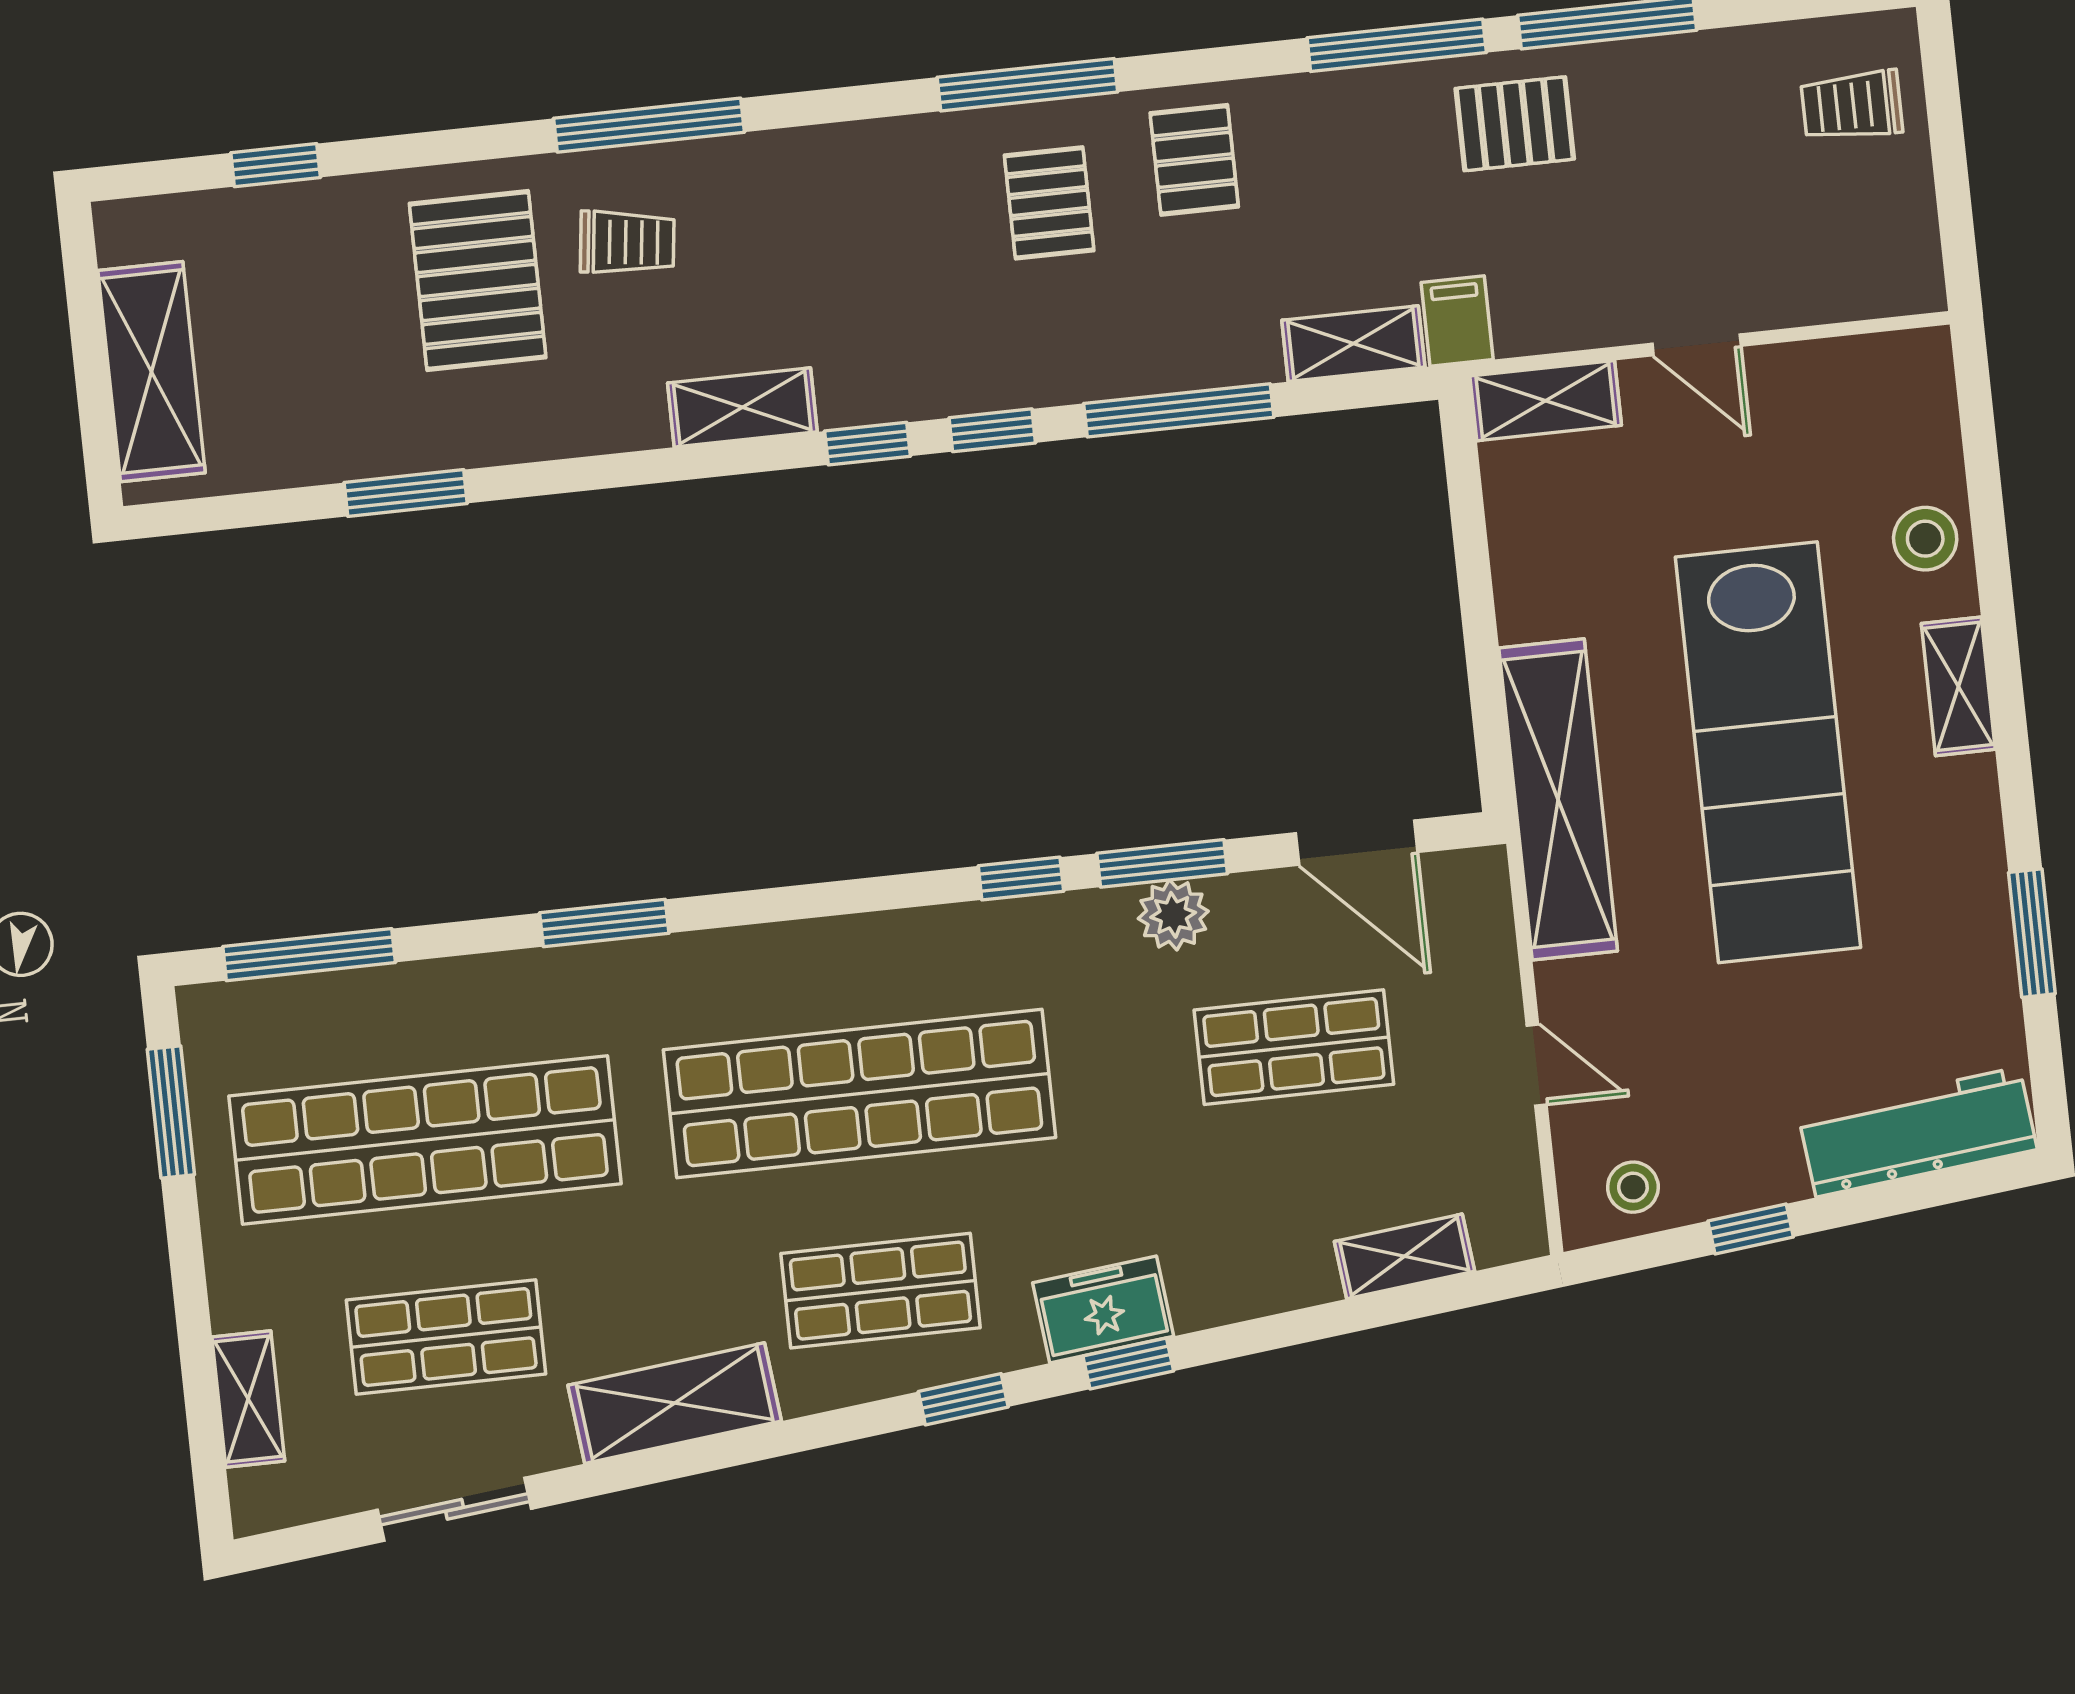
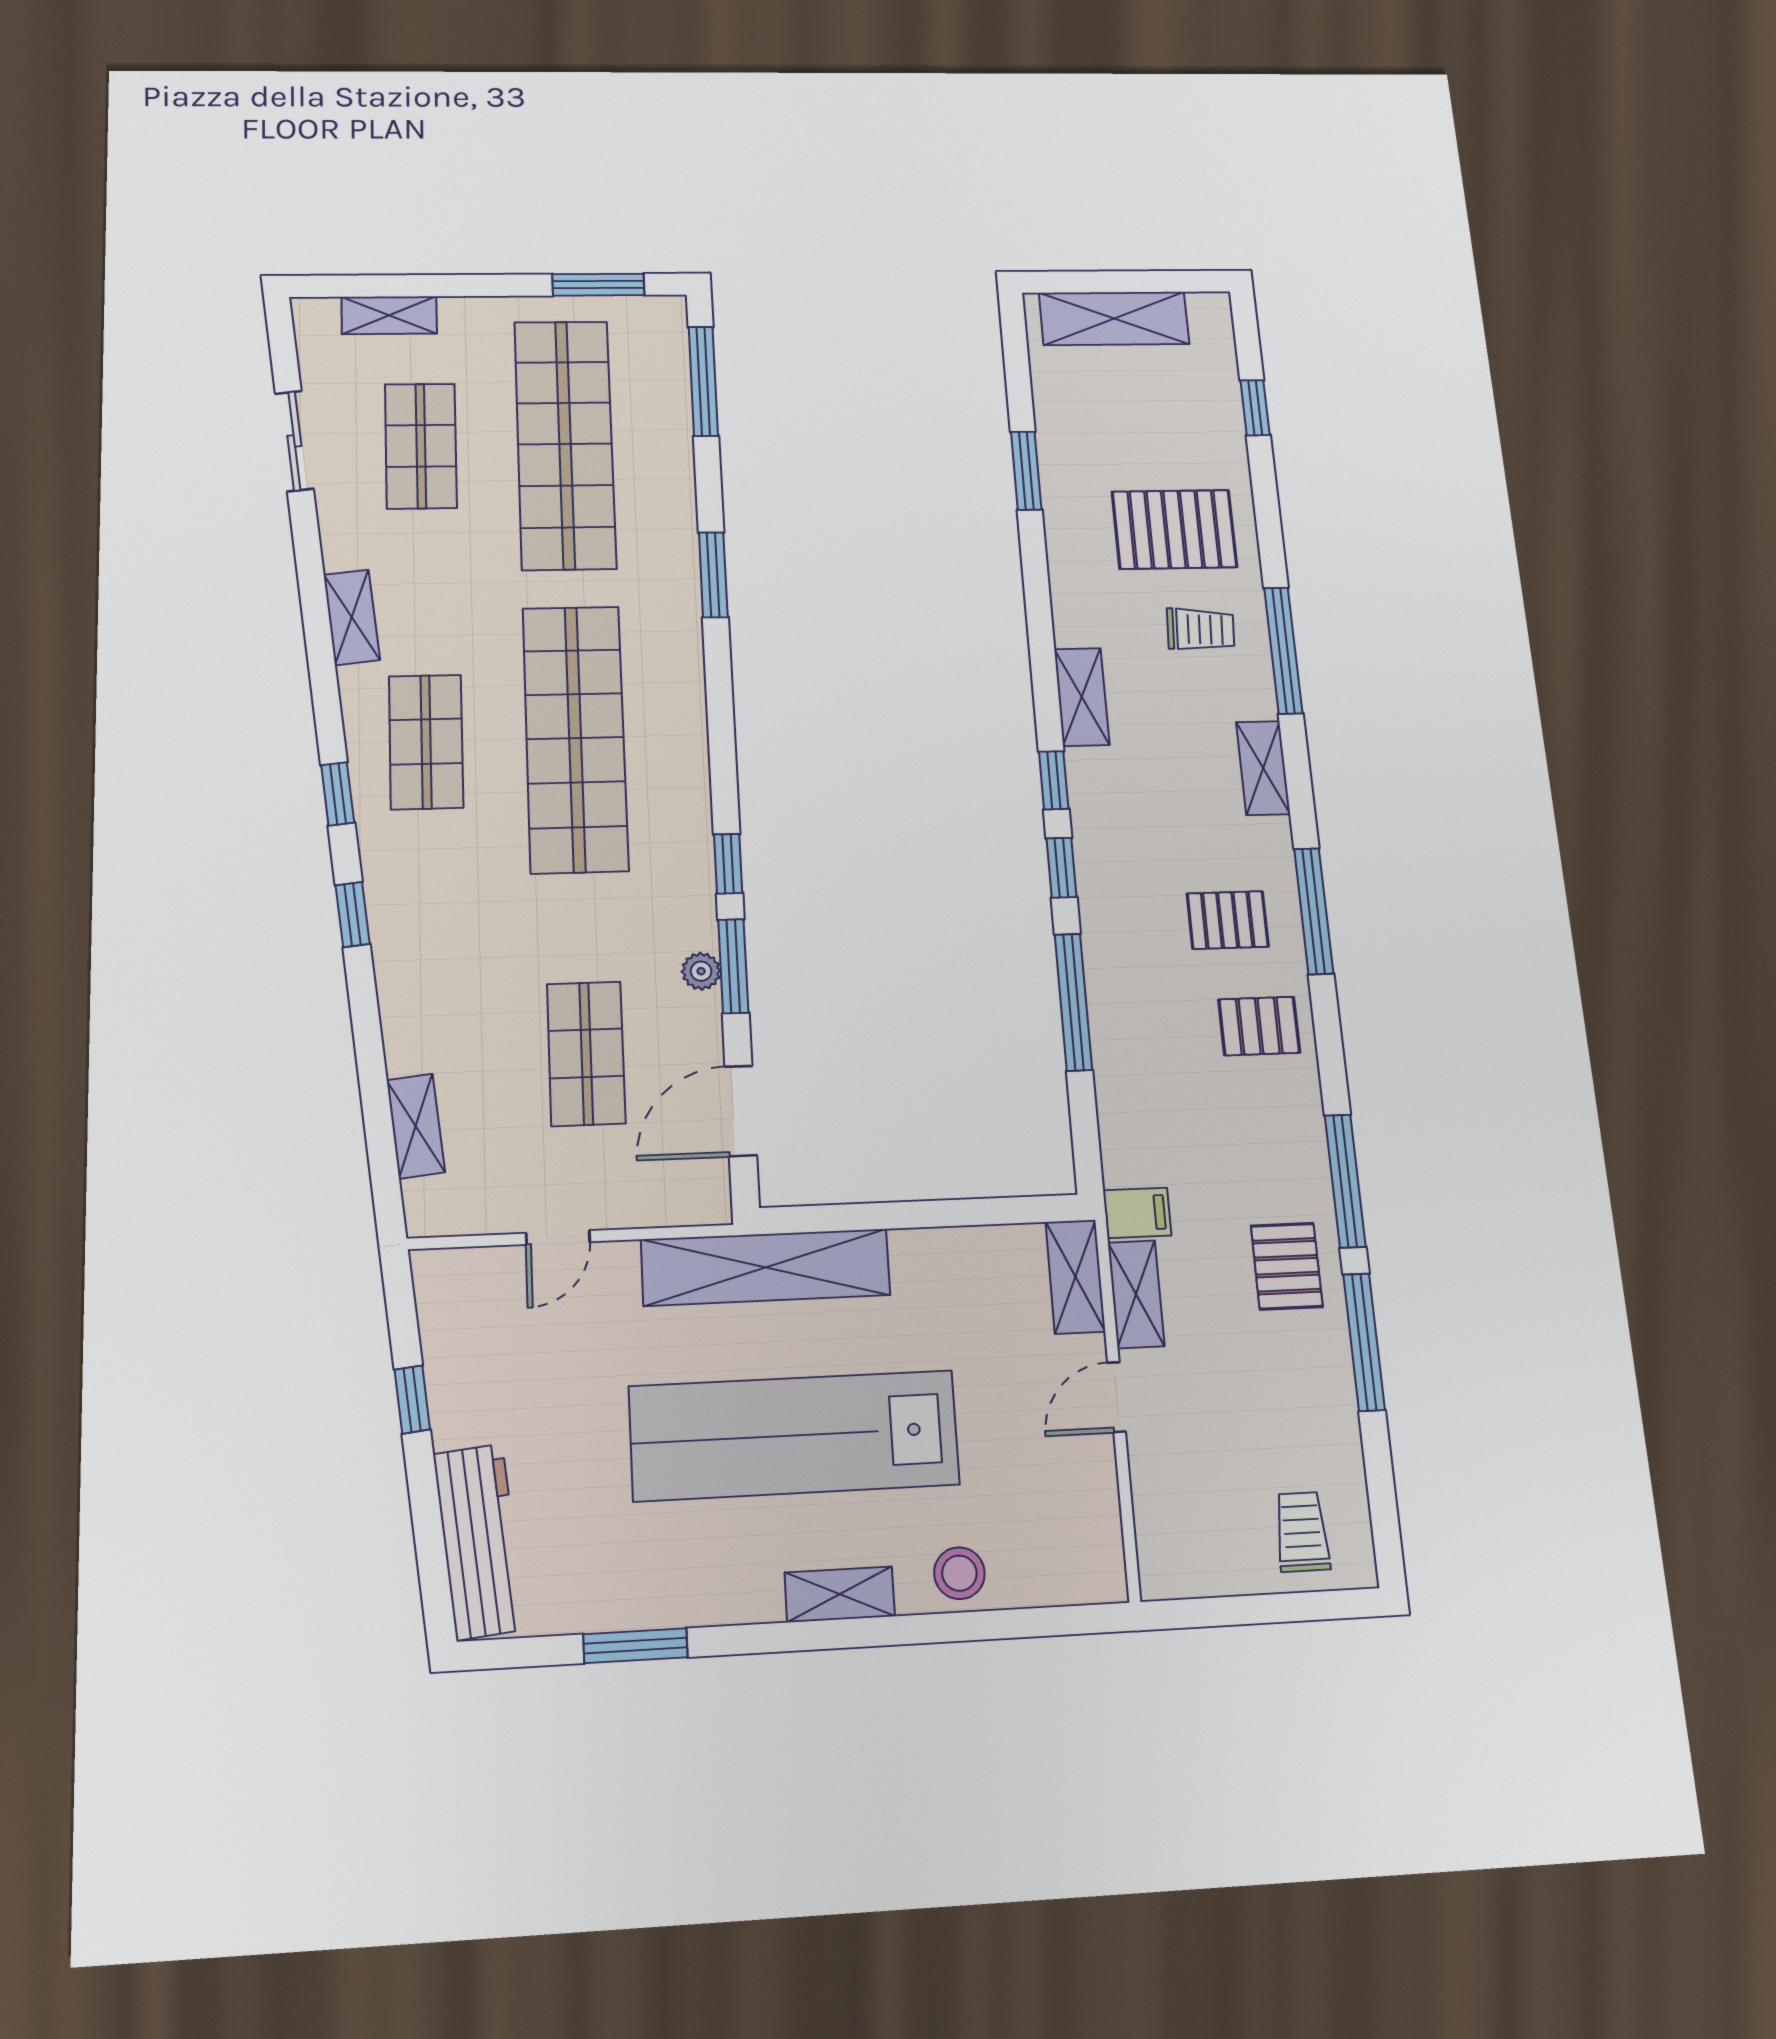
shelving: (827, 154) -> (1263, 768), added
trolley: (627, 242) -> (1201, 629), turned -94
shelving: (1353, 344) -> (1136, 1294), moved
plant: (1173, 915) -> (701, 971), width x0.73, depth x0.73
stool: (1633, 1187) -> (454, 1307), removed
freezer: (1103, 1309) -> (396, 899), removed
shelving: (675, 1403) -> (352, 617), width x0.67, depth x0.75

